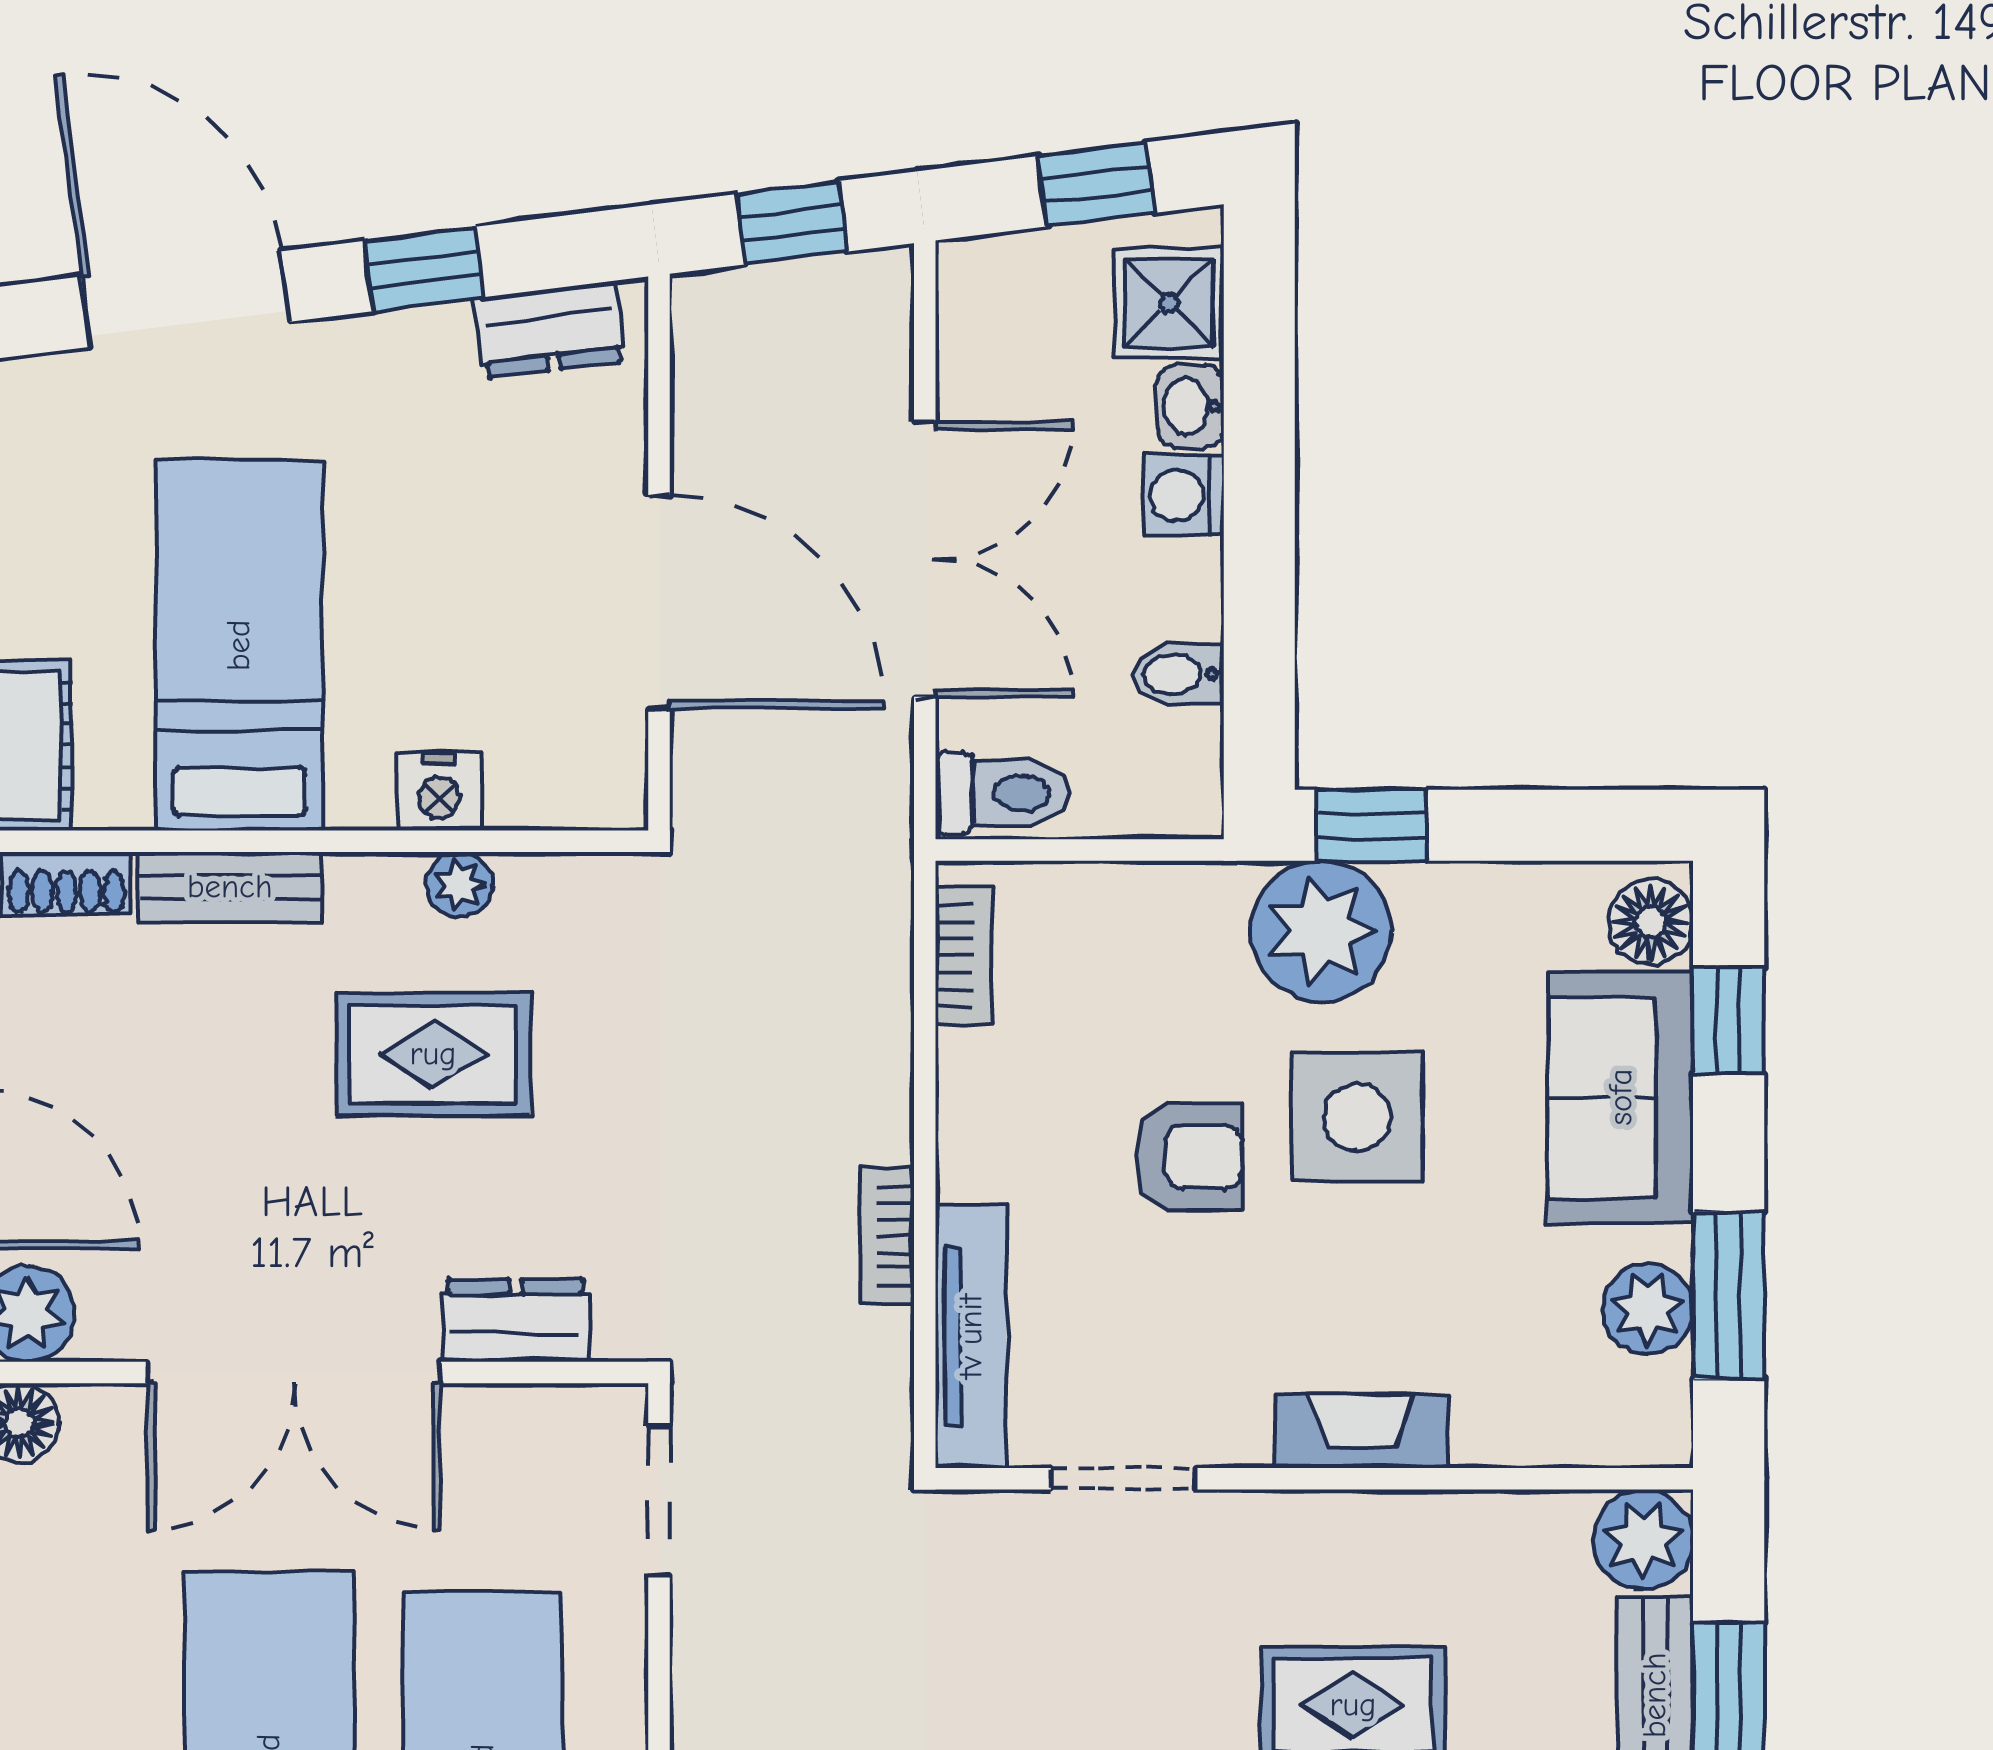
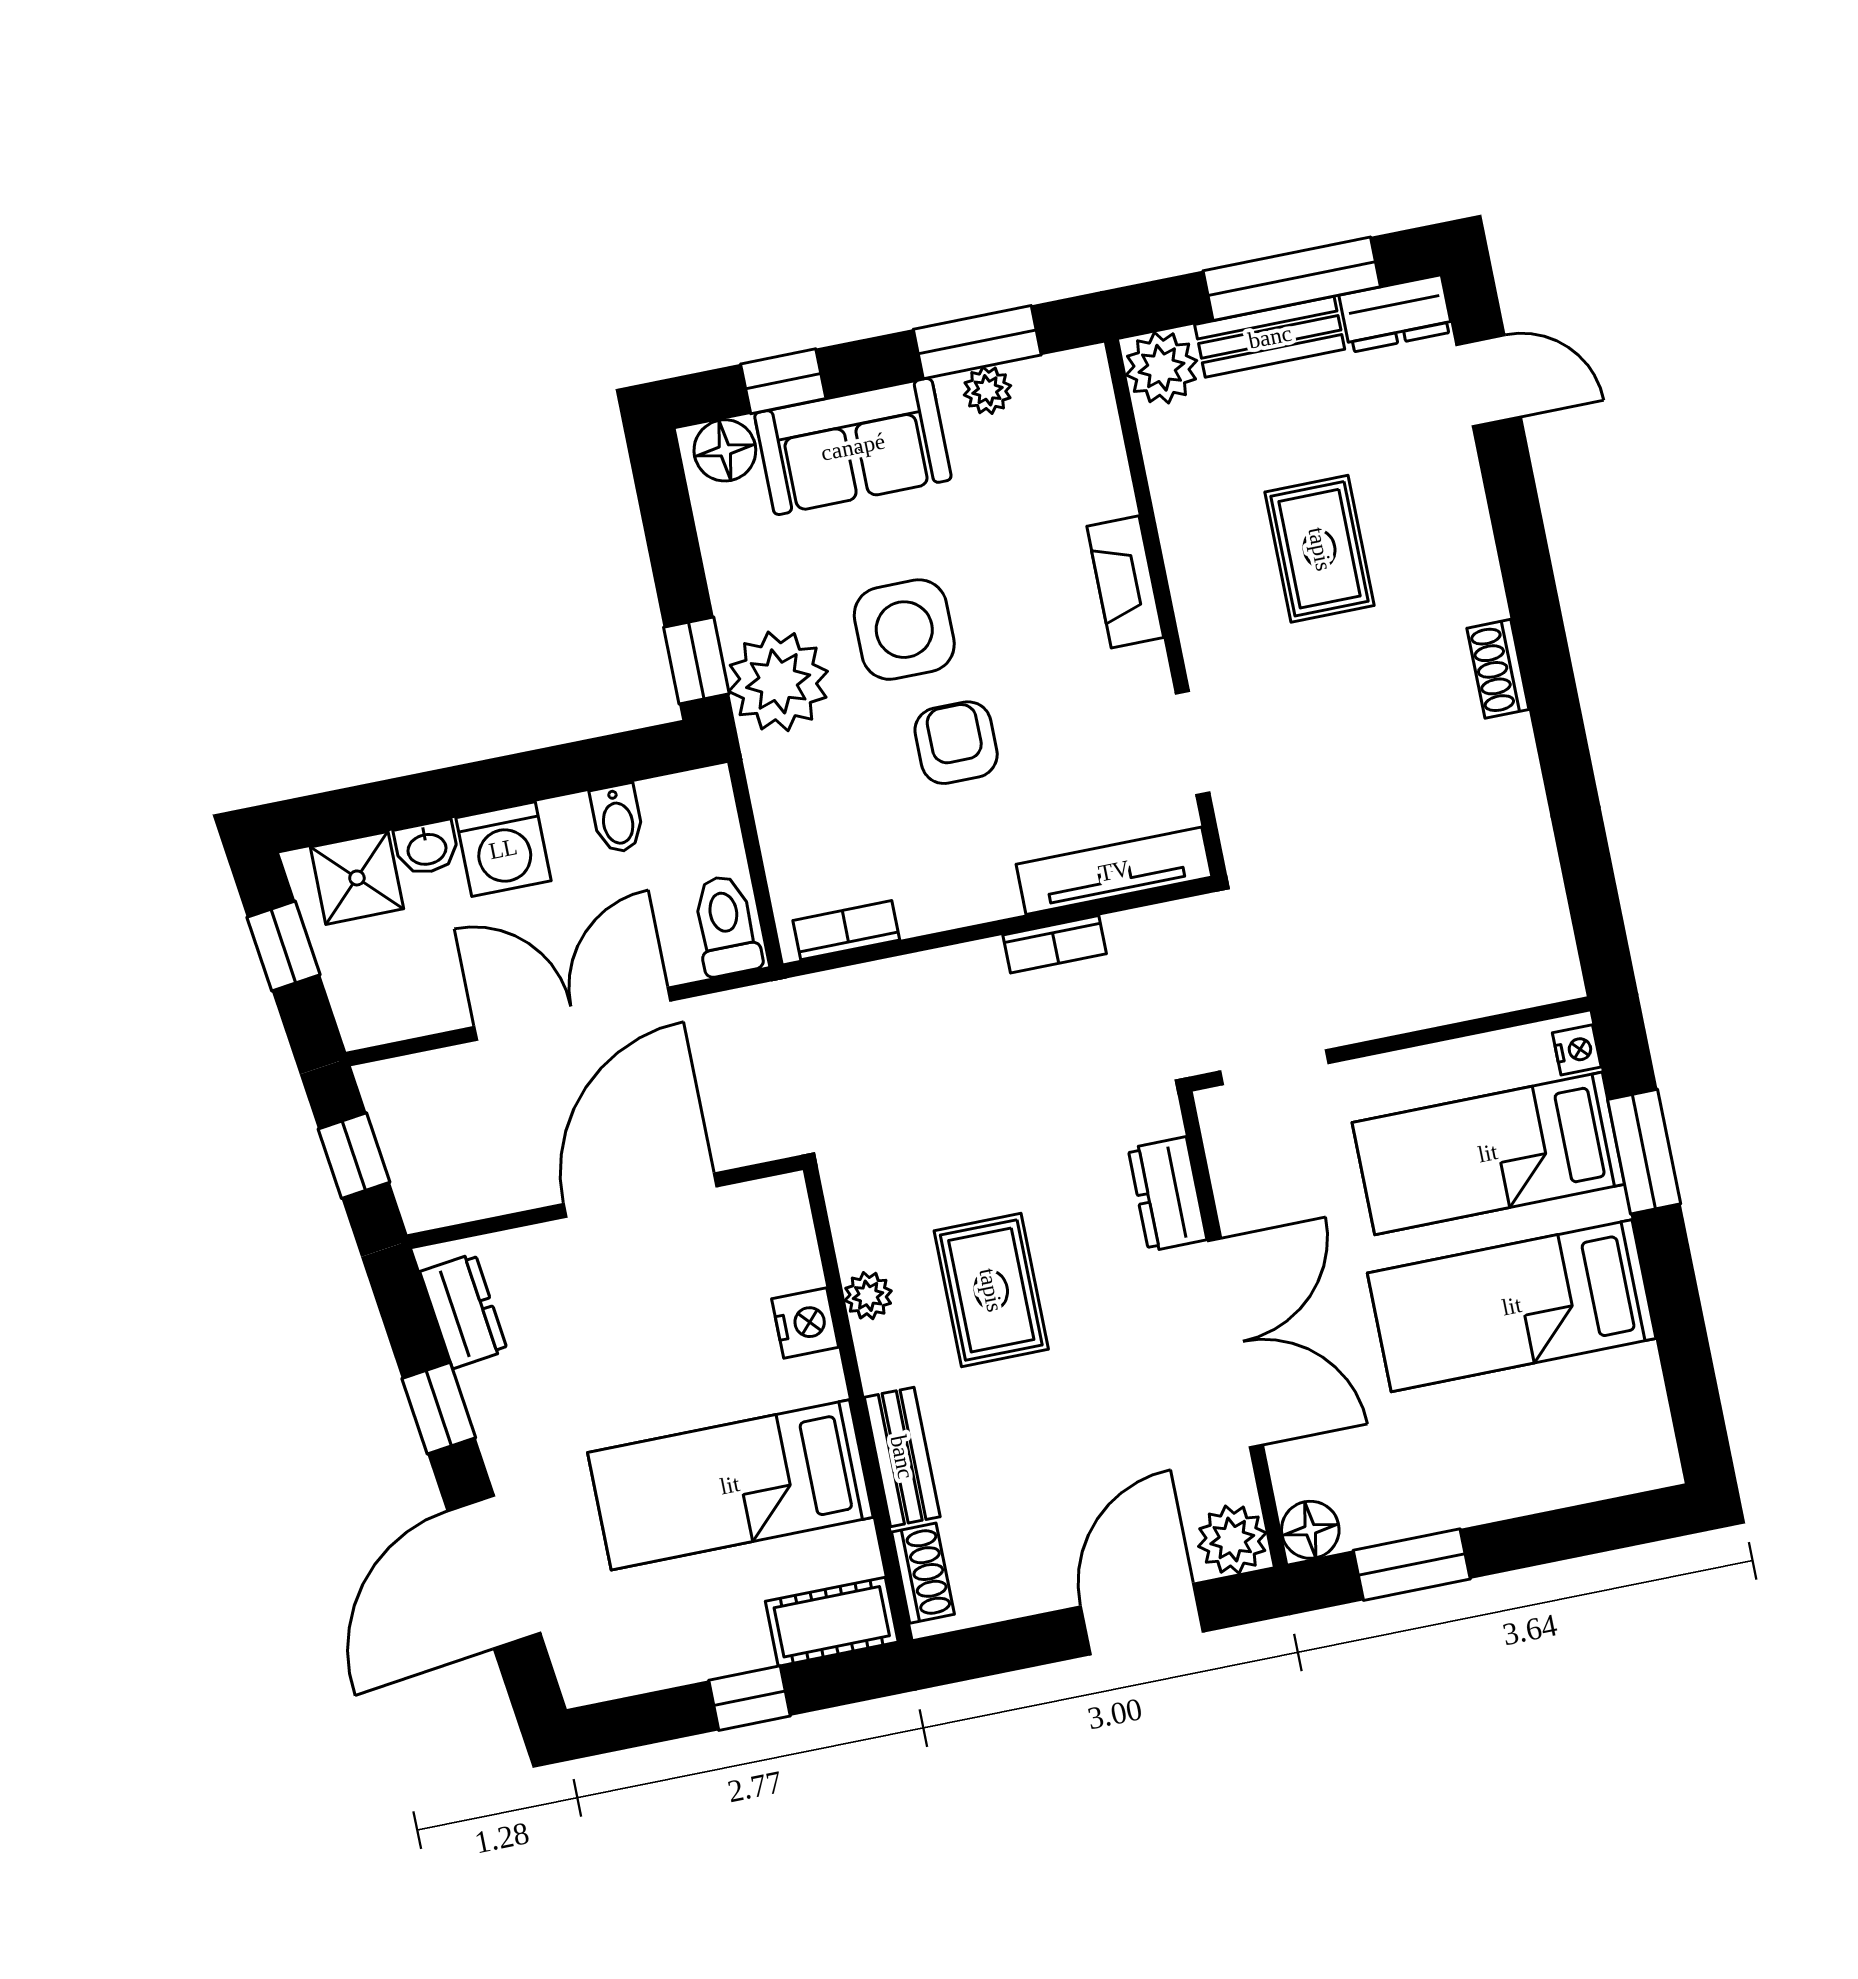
washing machine: (1183, 495) -> (503, 849), width x1.38, depth x1.38
plant: (1648, 1309) -> (988, 390), width x0.73, depth x0.73

